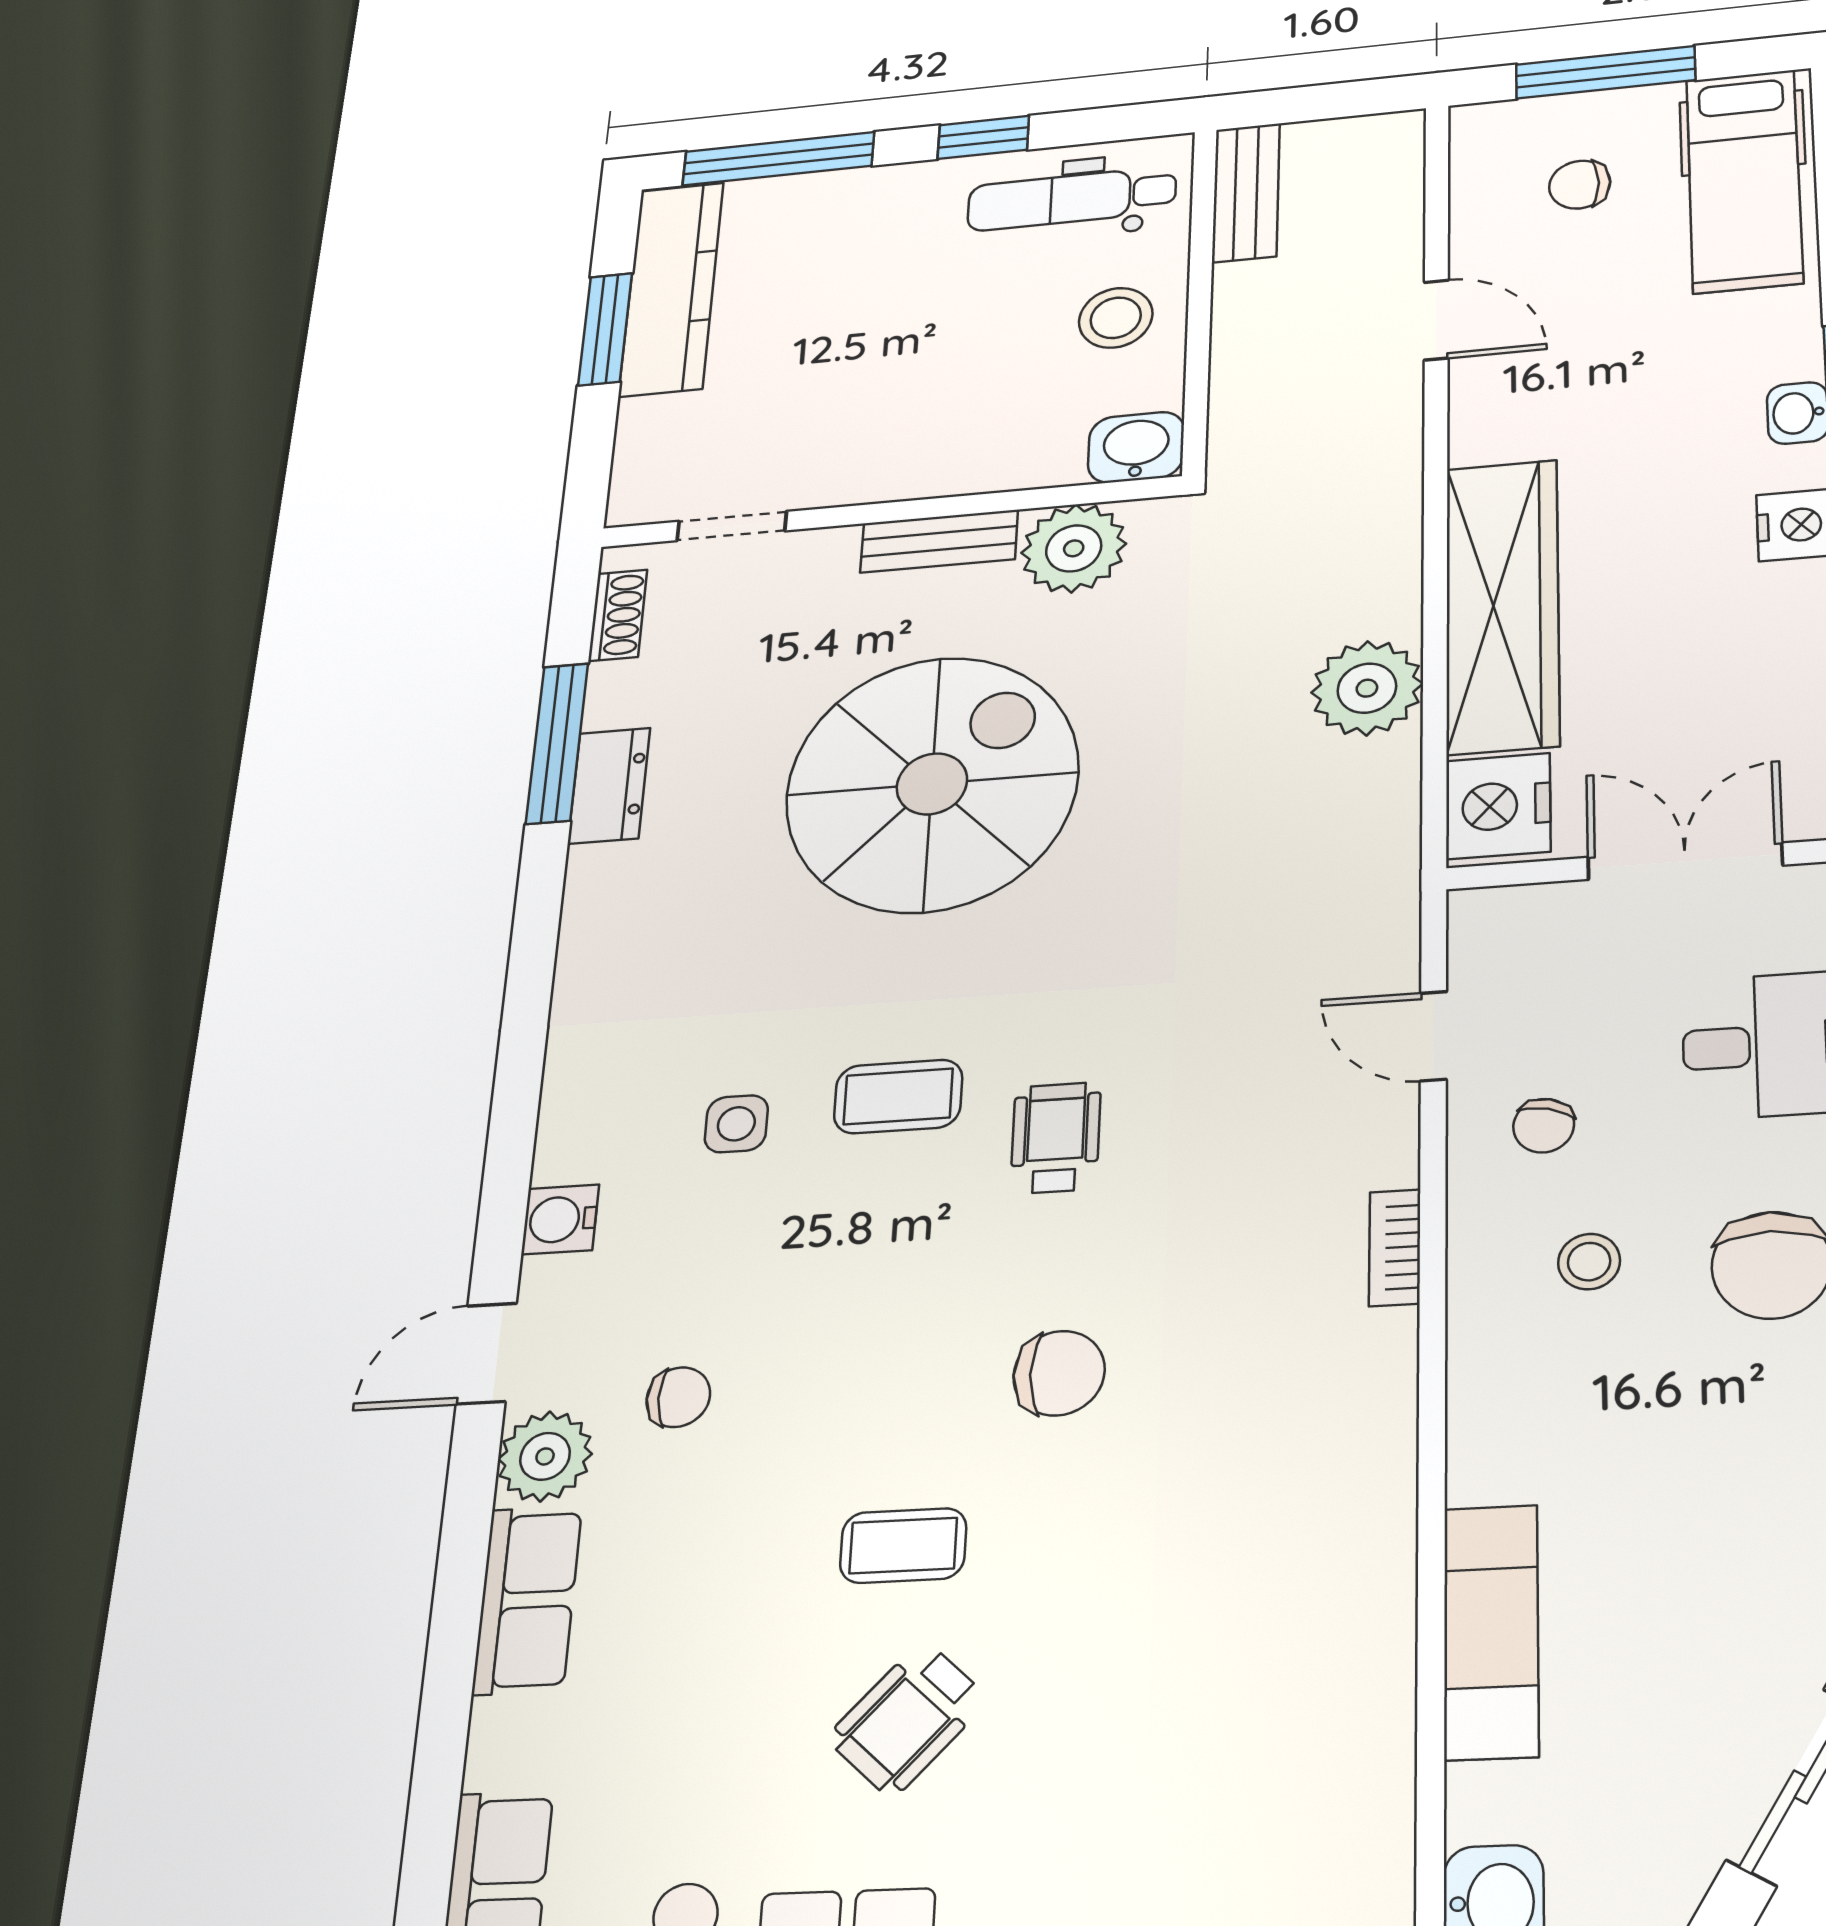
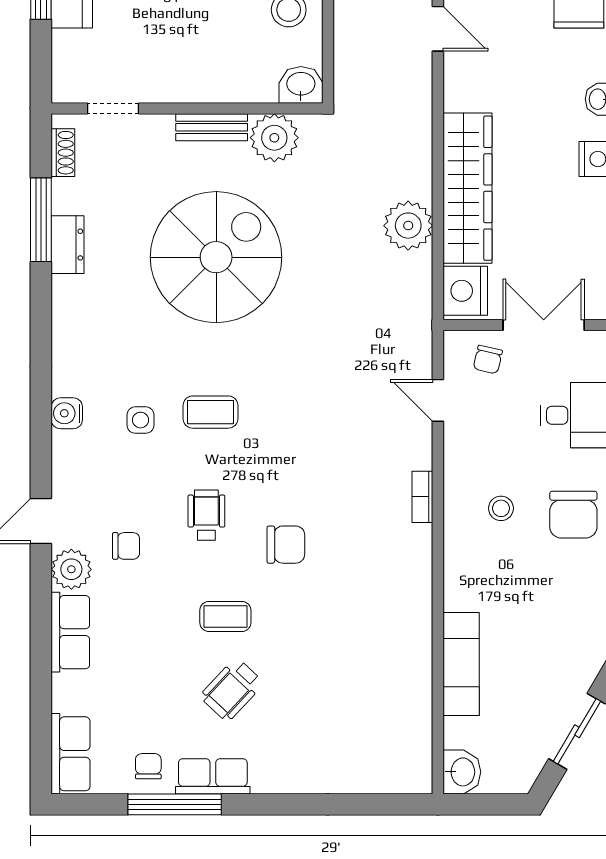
chair: (1544, 1126) -> (488, 360), moved
wheelchair: (1056, 1138) -> (206, 515), moved
water cooler: (560, 1219) -> (67, 413), moved

